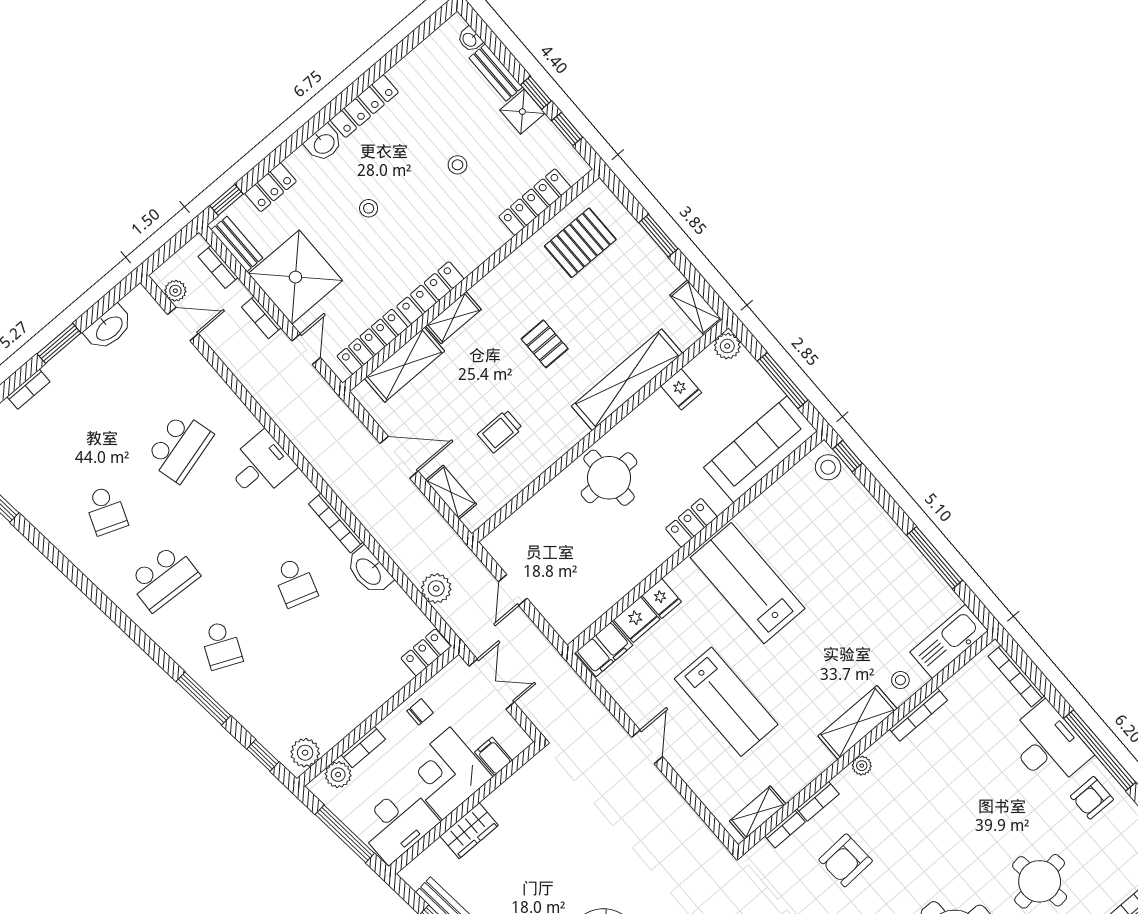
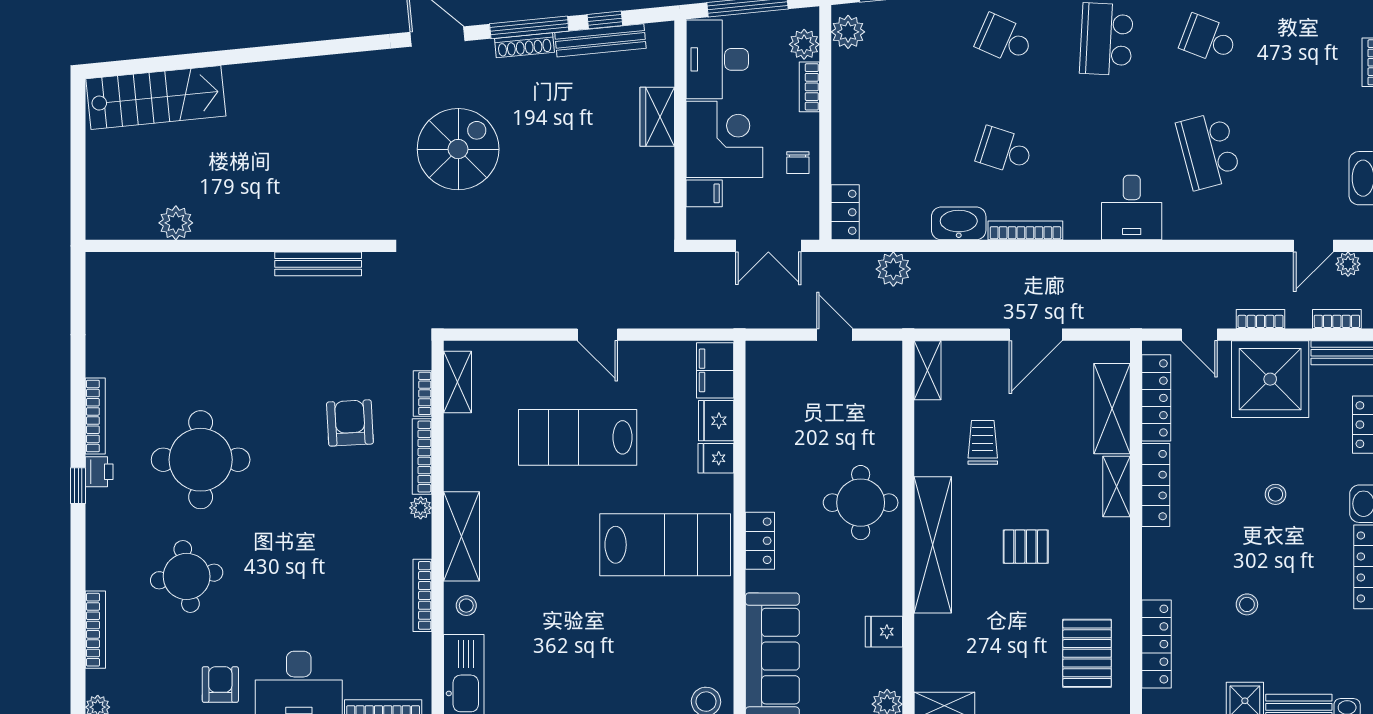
shelving: (627, 380) -> (933, 545), moved
shelving: (451, 492) -> (927, 370), moved, turned 90
bookcase: (818, 801) -> (422, 457), width x1.56

